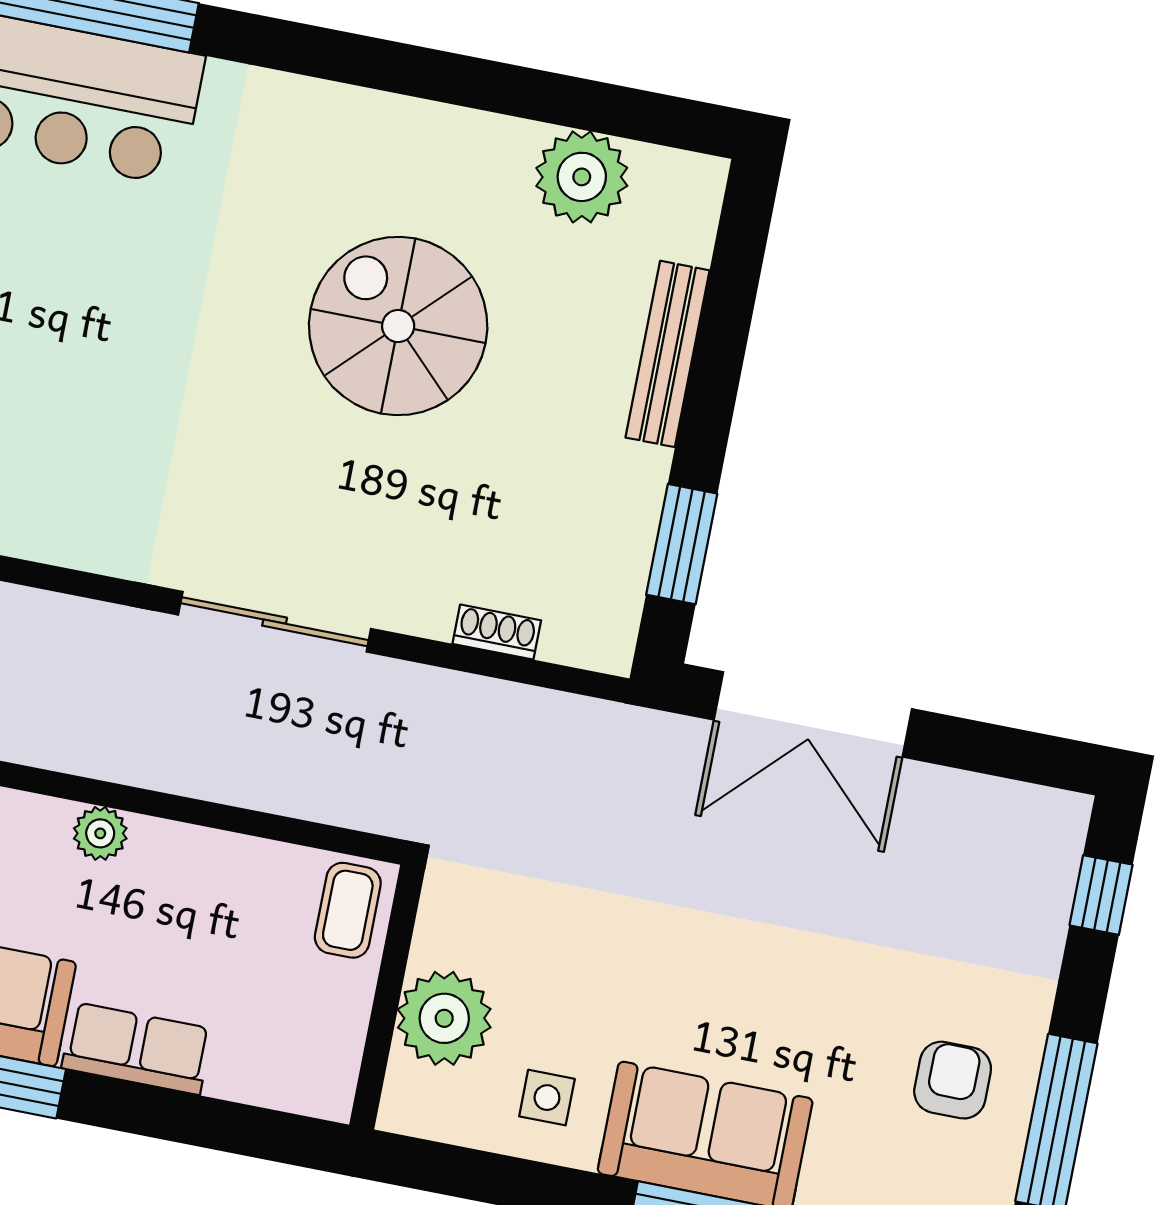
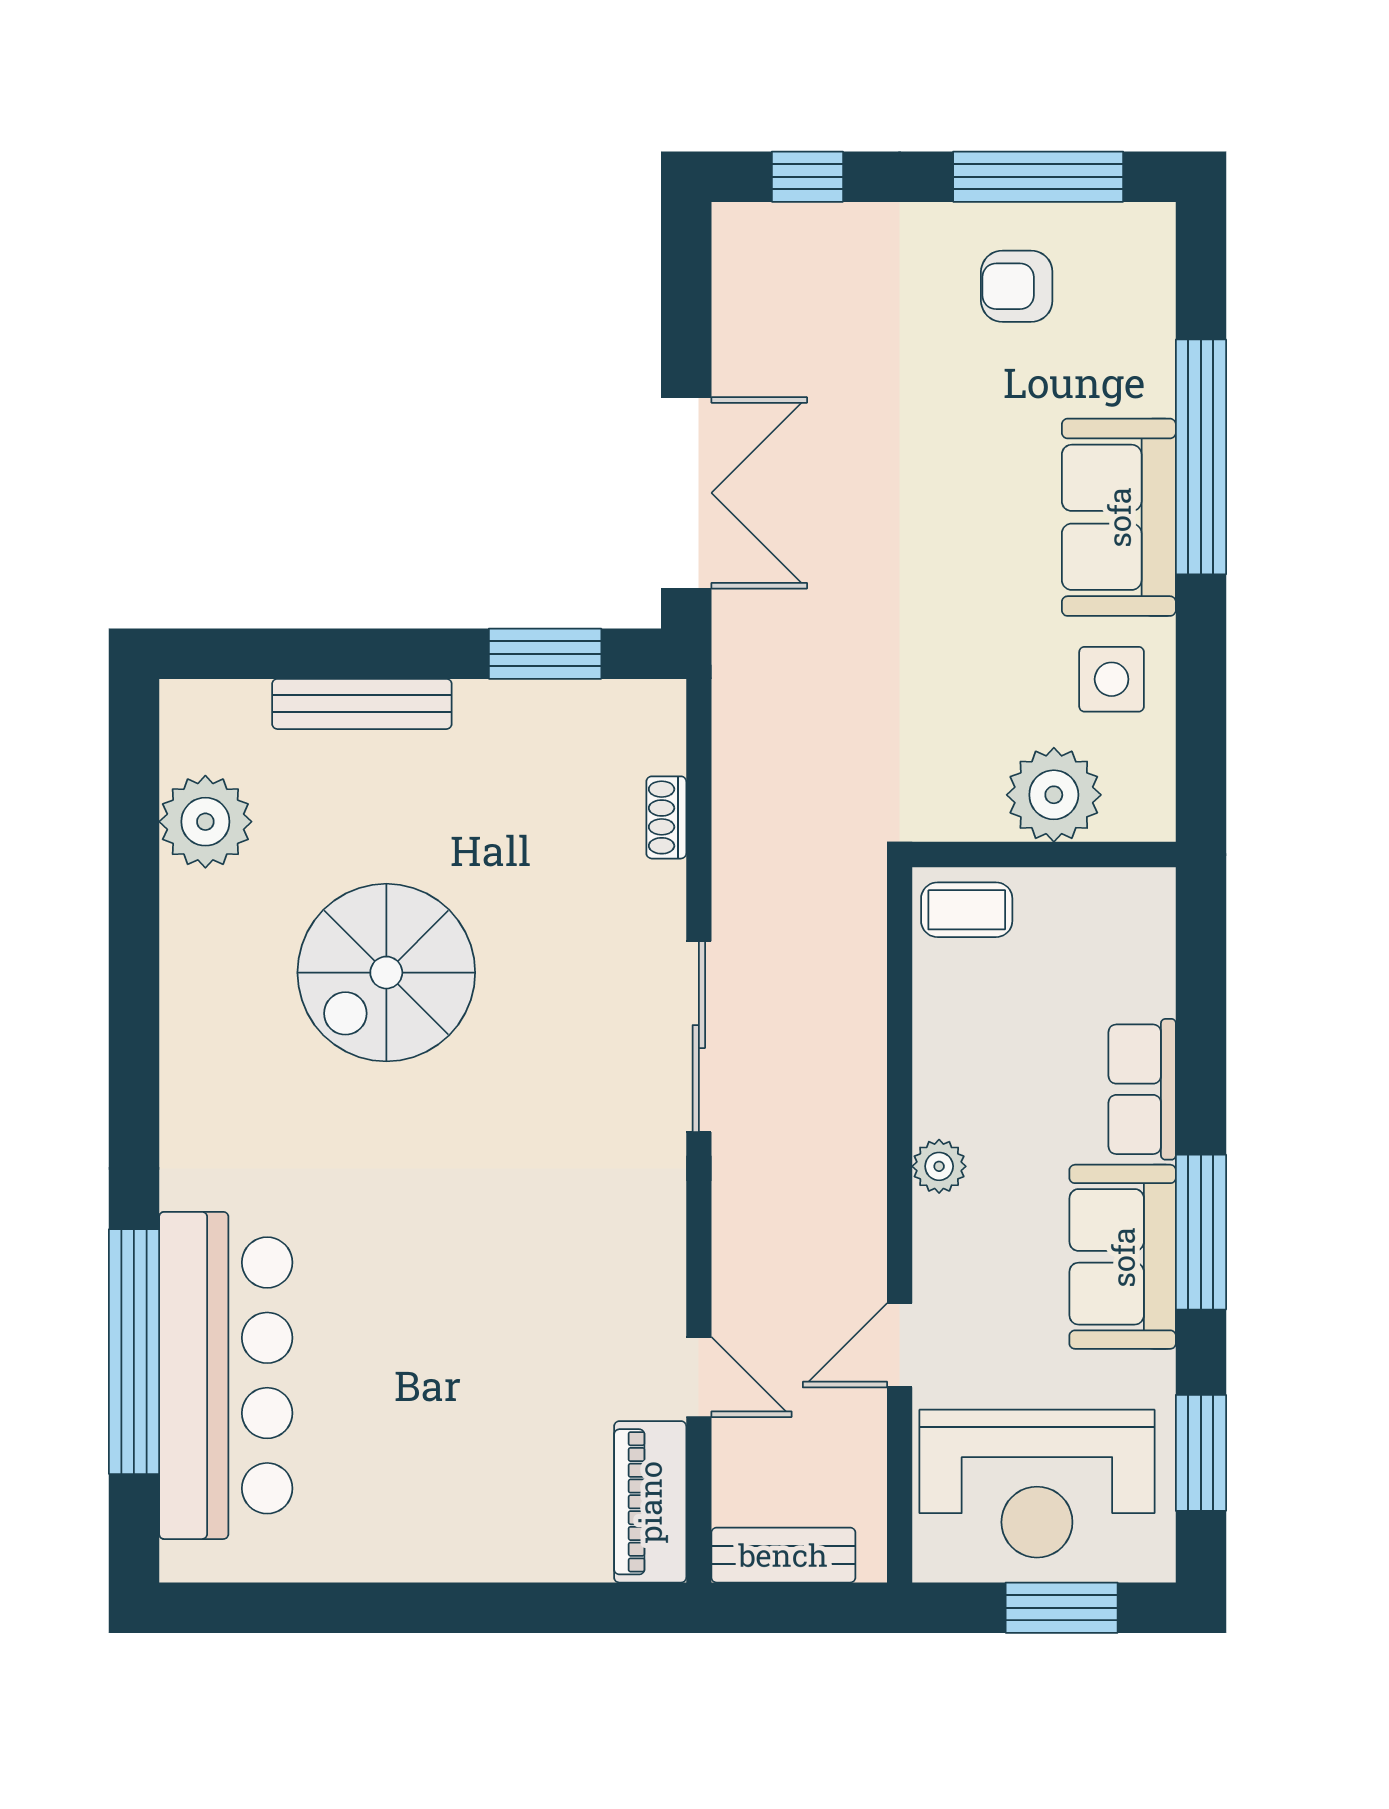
side table: (547, 1098) -> (1112, 679), width x1.37, depth x1.37

